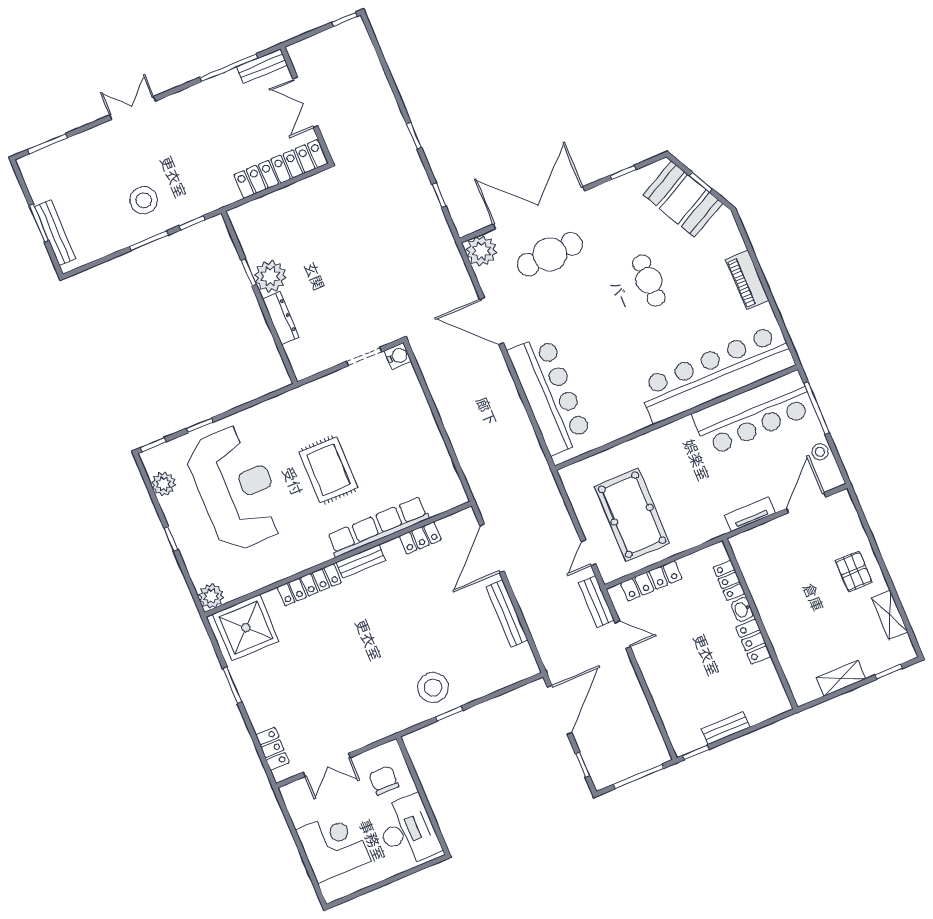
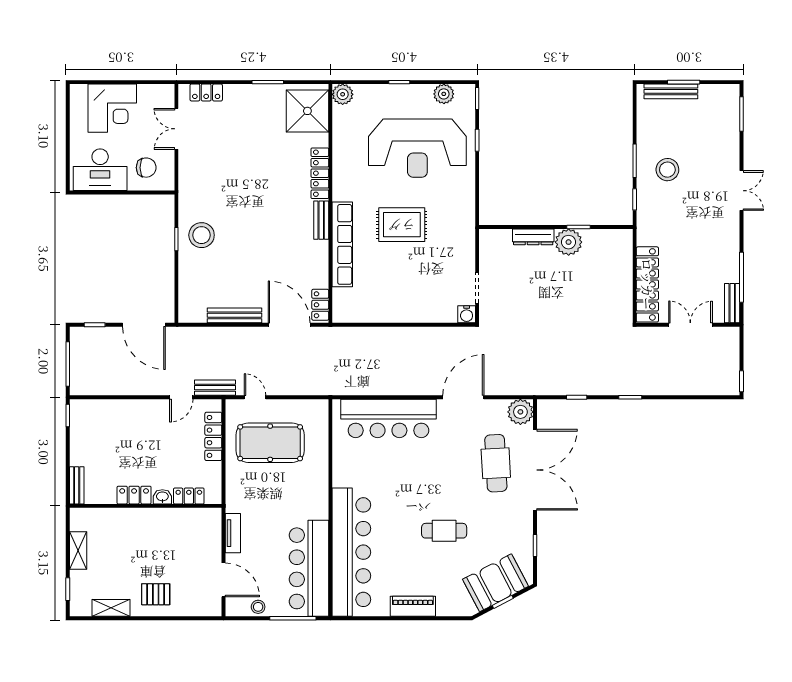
locker: (420, 538) -> (320, 305), moved
bench: (726, 728) -> (77, 485), moved

